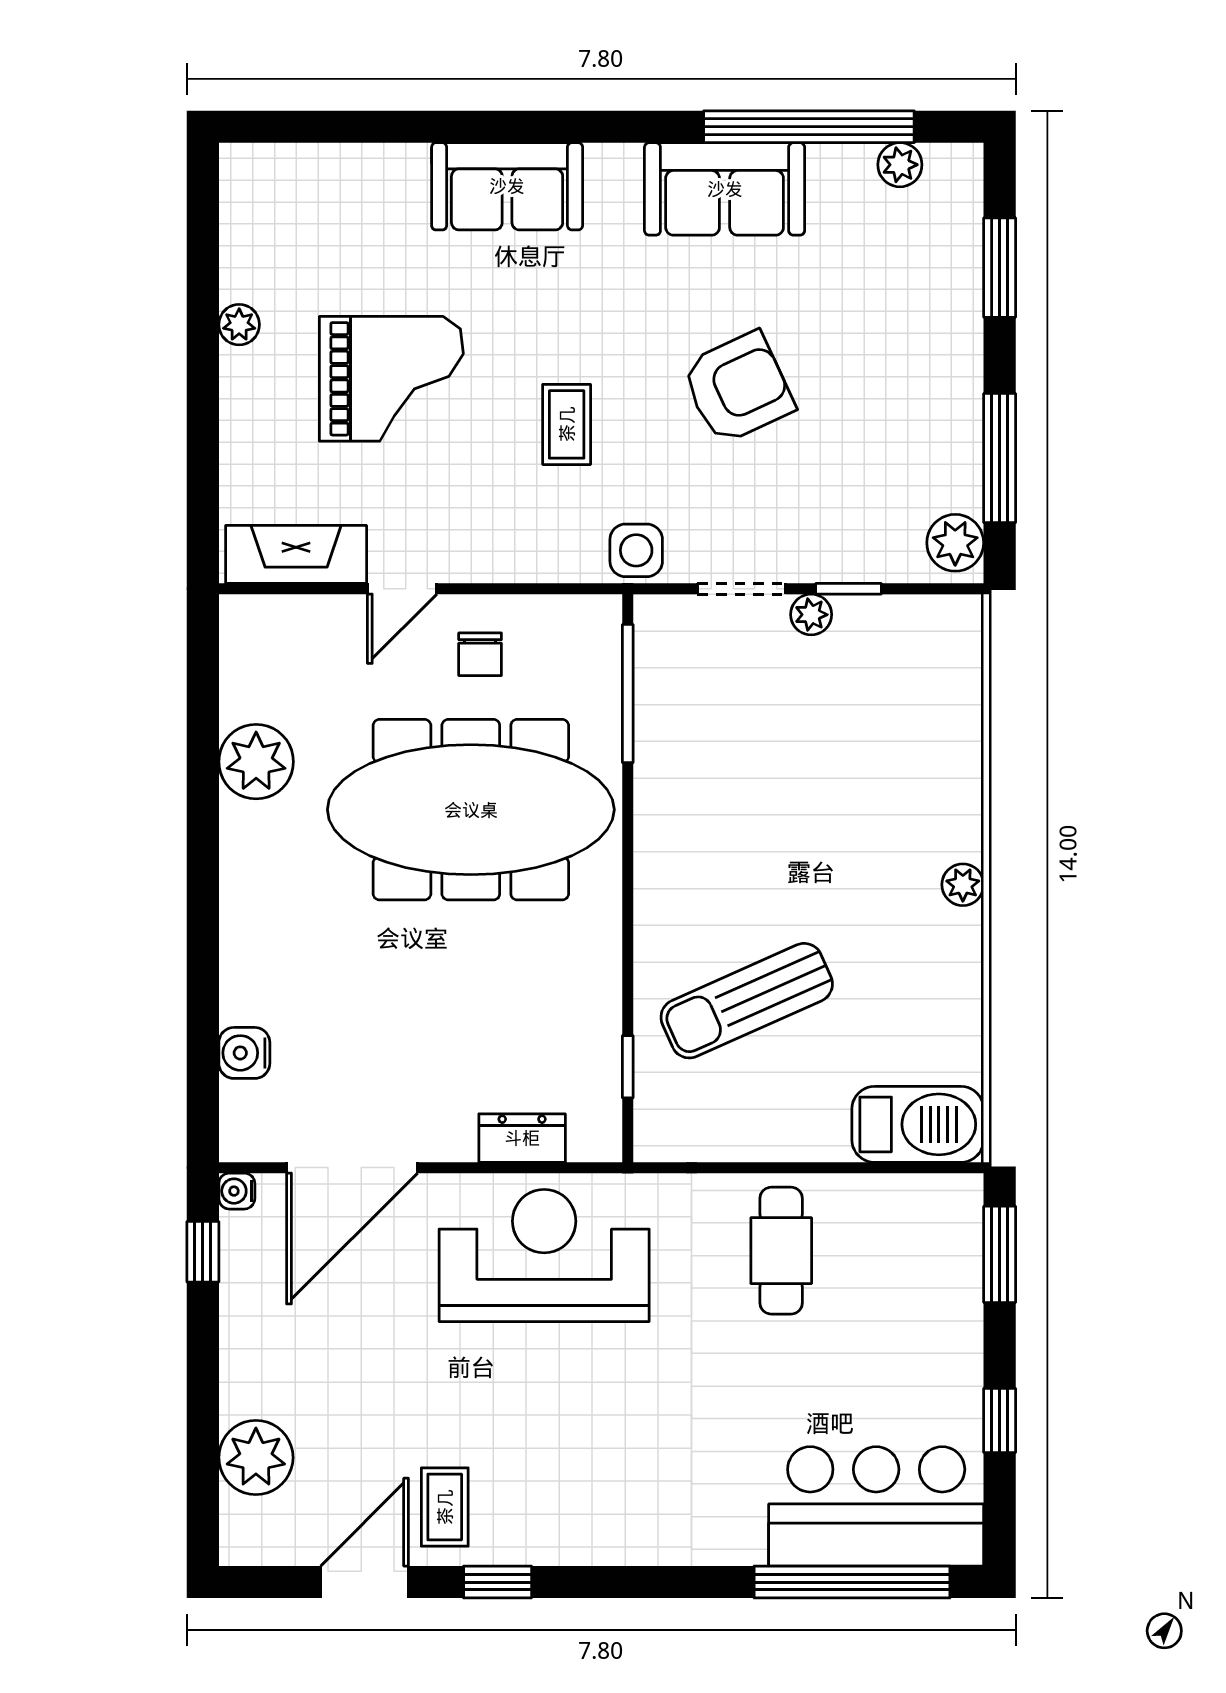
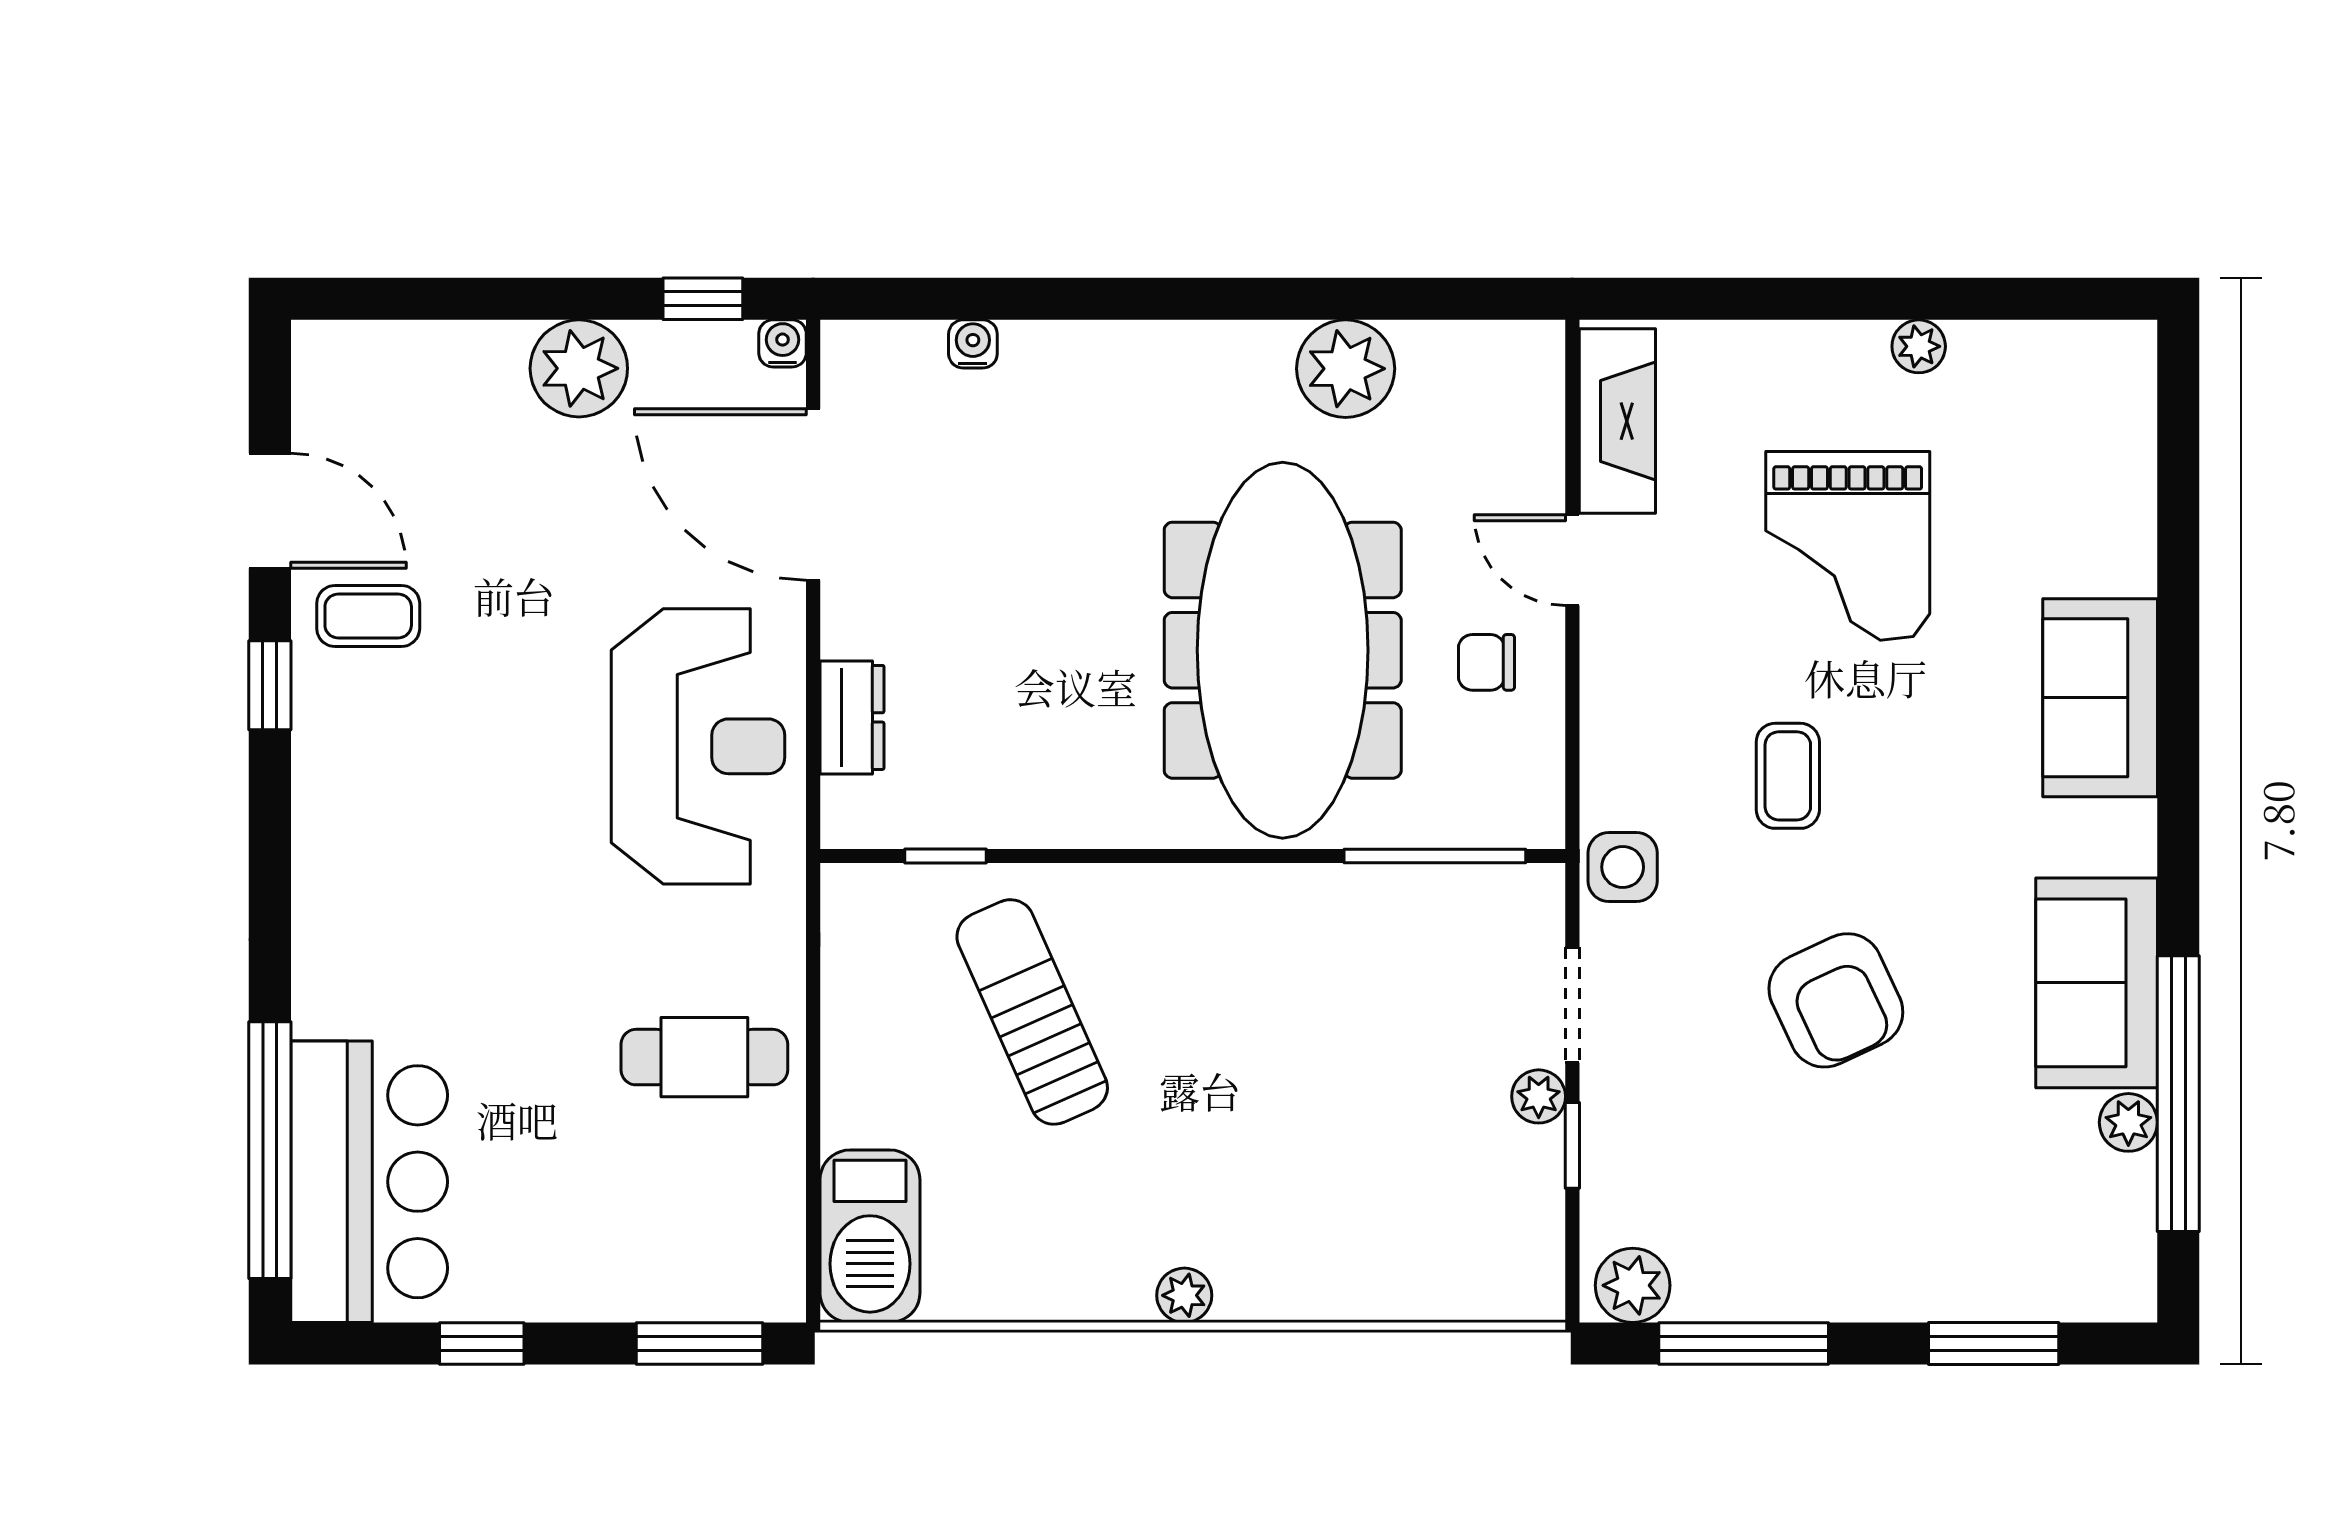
plant: (900, 165) -> (2128, 1122), moved
coffee table: (567, 424) -> (1788, 776), turned 90
water cooler: (244, 1053) -> (973, 344), width x0.72, depth x0.72
plant: (256, 1458) -> (579, 368), moved

